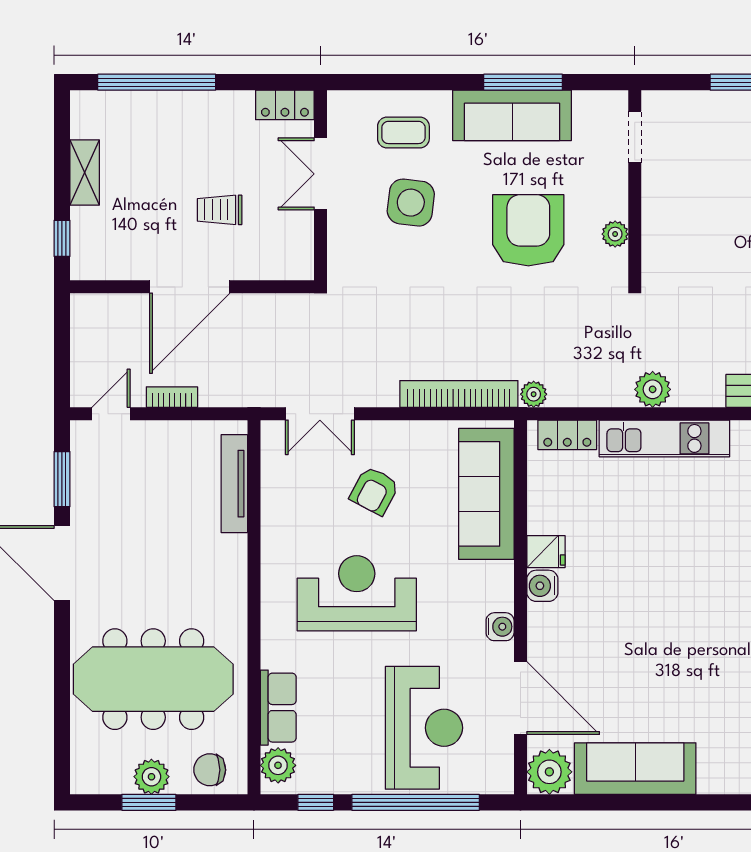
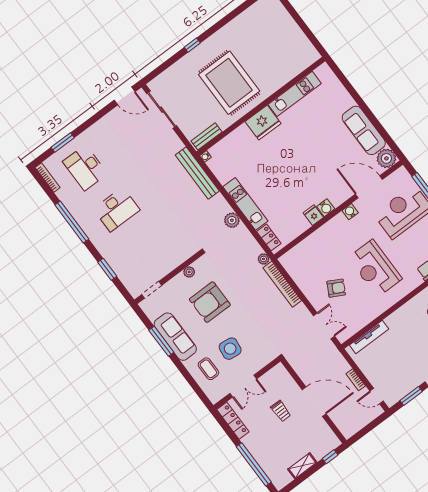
locker: (285, 105) -> (233, 421), width x1.53
sofa: (486, 494) -> (309, 250), removed
door: (520, 698) -> (369, 187), hinge flipped

